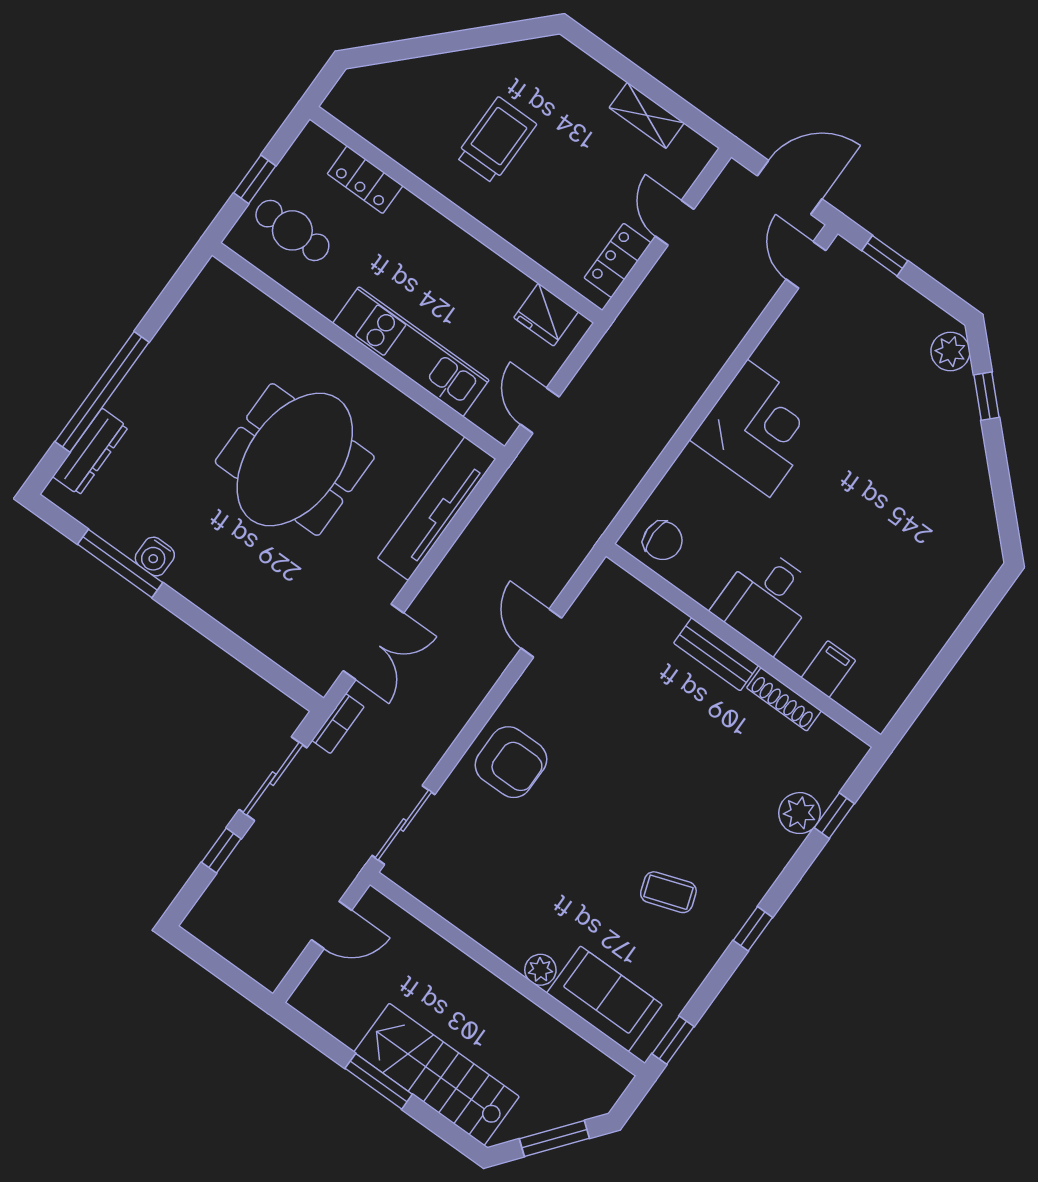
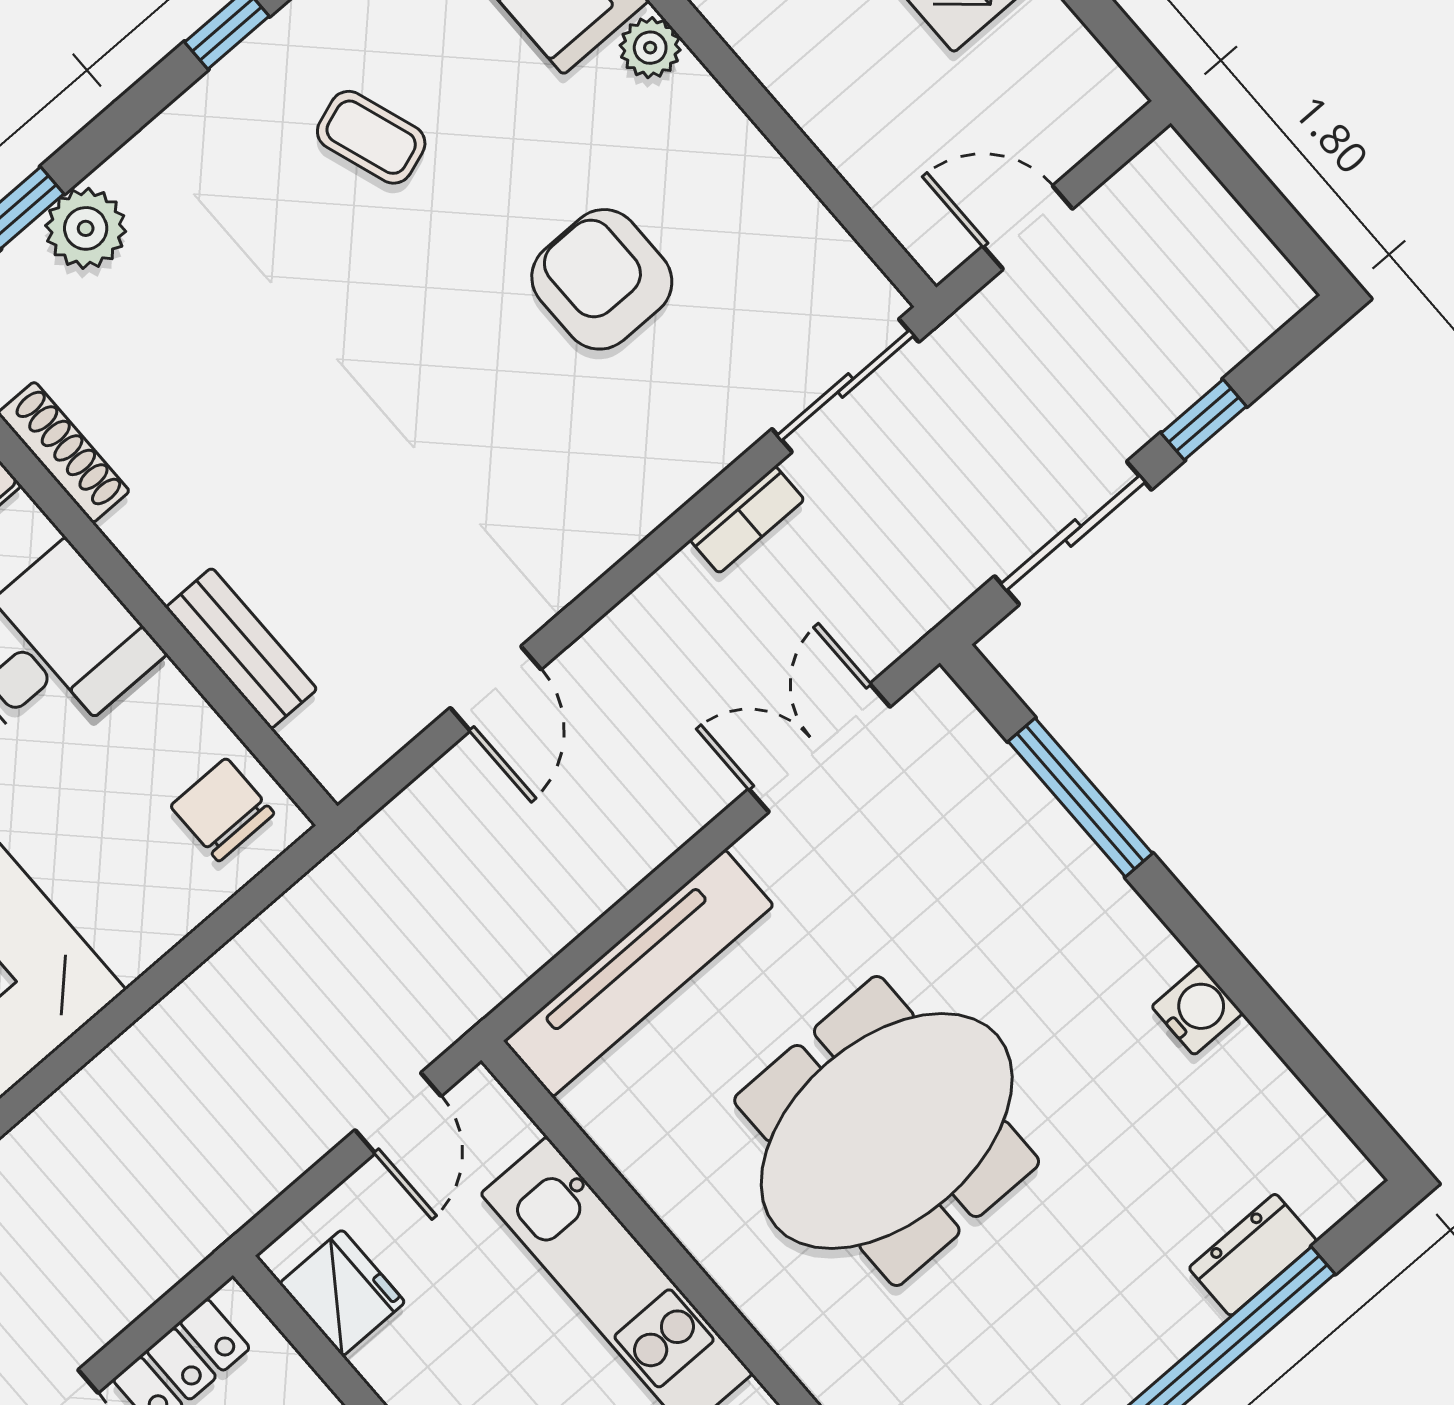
dresser: (91, 452) -> (1253, 1255), width x0.70
window: (120, 563) -> (1080, 797), moved
bench: (716, 654) -> (241, 648), moved
bookcase: (338, 724) -> (747, 520), moved, turned 180
armchair: (511, 762) -> (602, 279), moved

